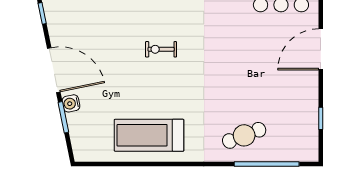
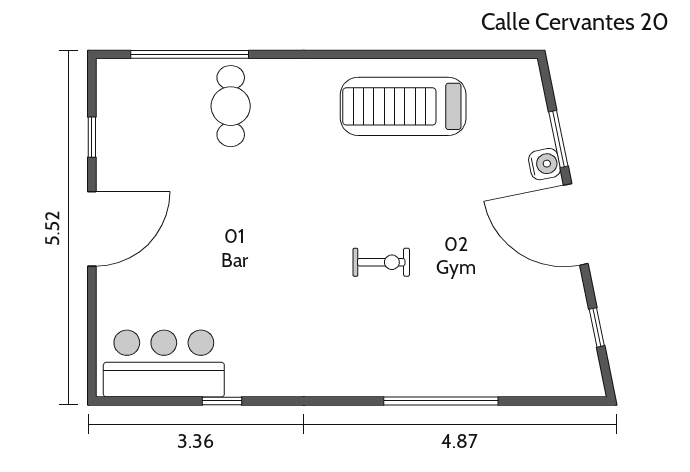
door: (321, 49) -> (92, 229), moved
treadmill: (149, 135) -> (403, 106), turned 180
cafe table: (244, 135) -> (231, 106), turned -69

